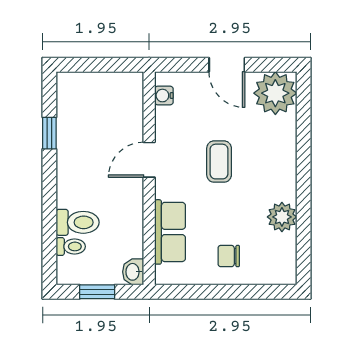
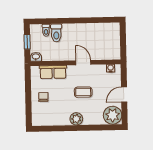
window: (49, 133) -> (94, 20), removed
plant: (282, 217) -> (76, 119), moved

